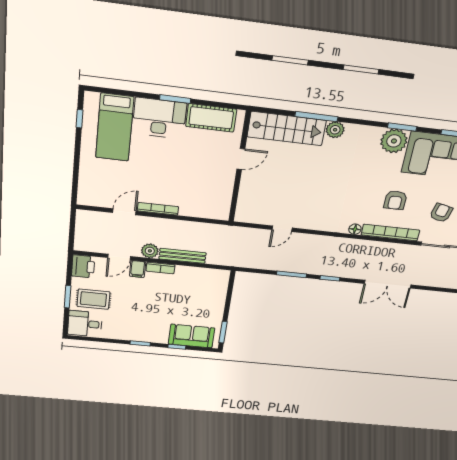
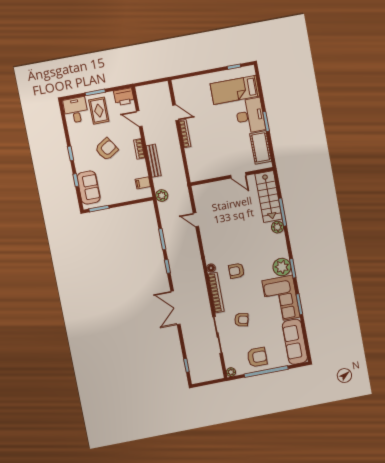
armchair: (395, 200) -> (236, 271), moved
plant: (150, 251) -> (162, 196), moved
filing cabinet: (138, 269) -> (143, 183), moved
armchair: (148, 304) -> (107, 149), added

